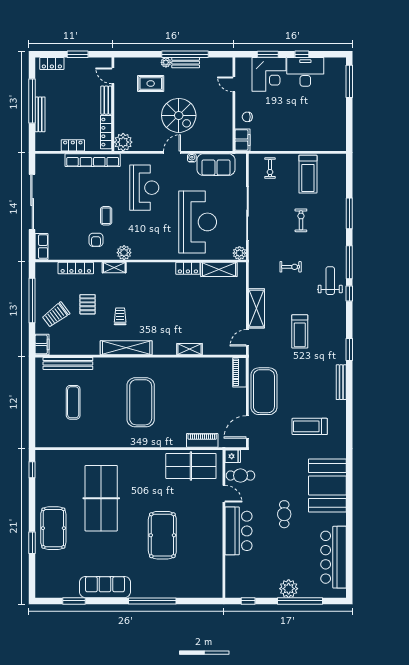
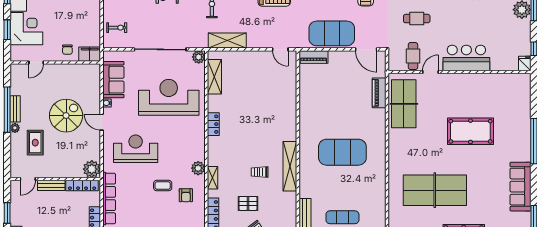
armchair: (96, 240) -> (186, 195), turned 90
locker: (188, 268) -> (213, 124), moved
shelving: (257, 308) -> (227, 41), moved
shelving: (190, 349) -> (291, 105), removed
fridge: (233, 456) -> (525, 63), moved
cafe table: (284, 514) -> (417, 19), moved

